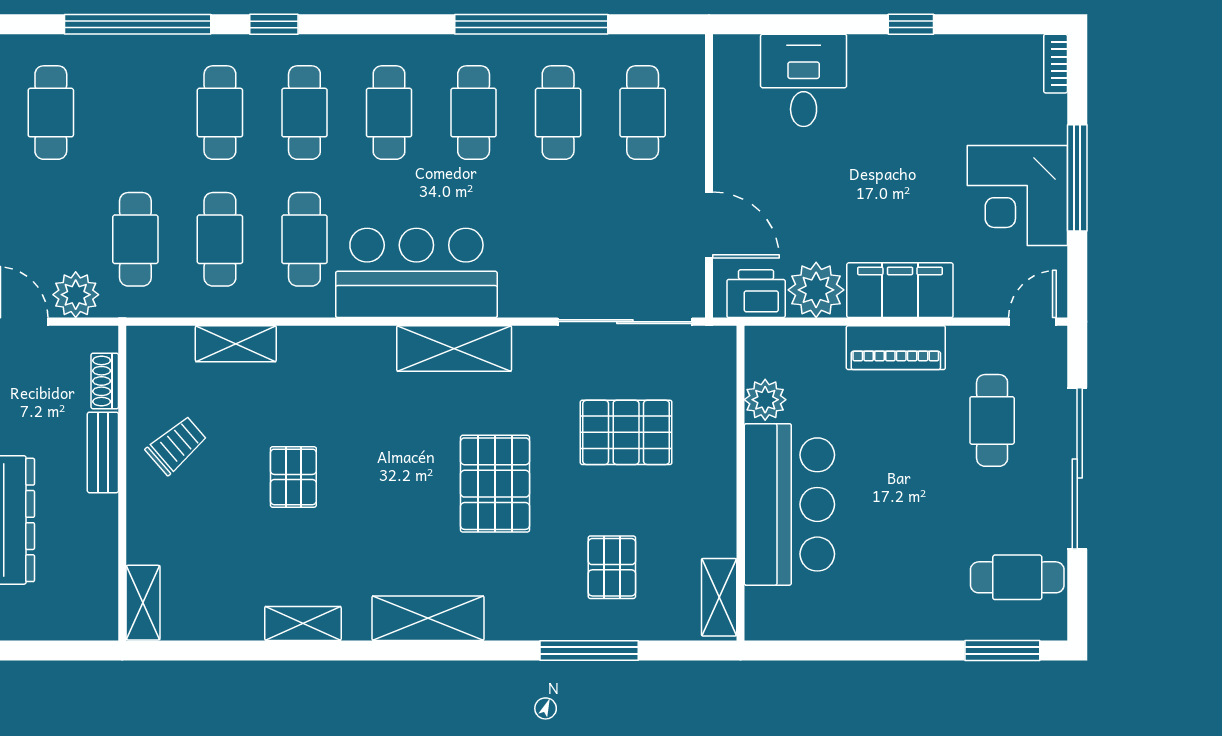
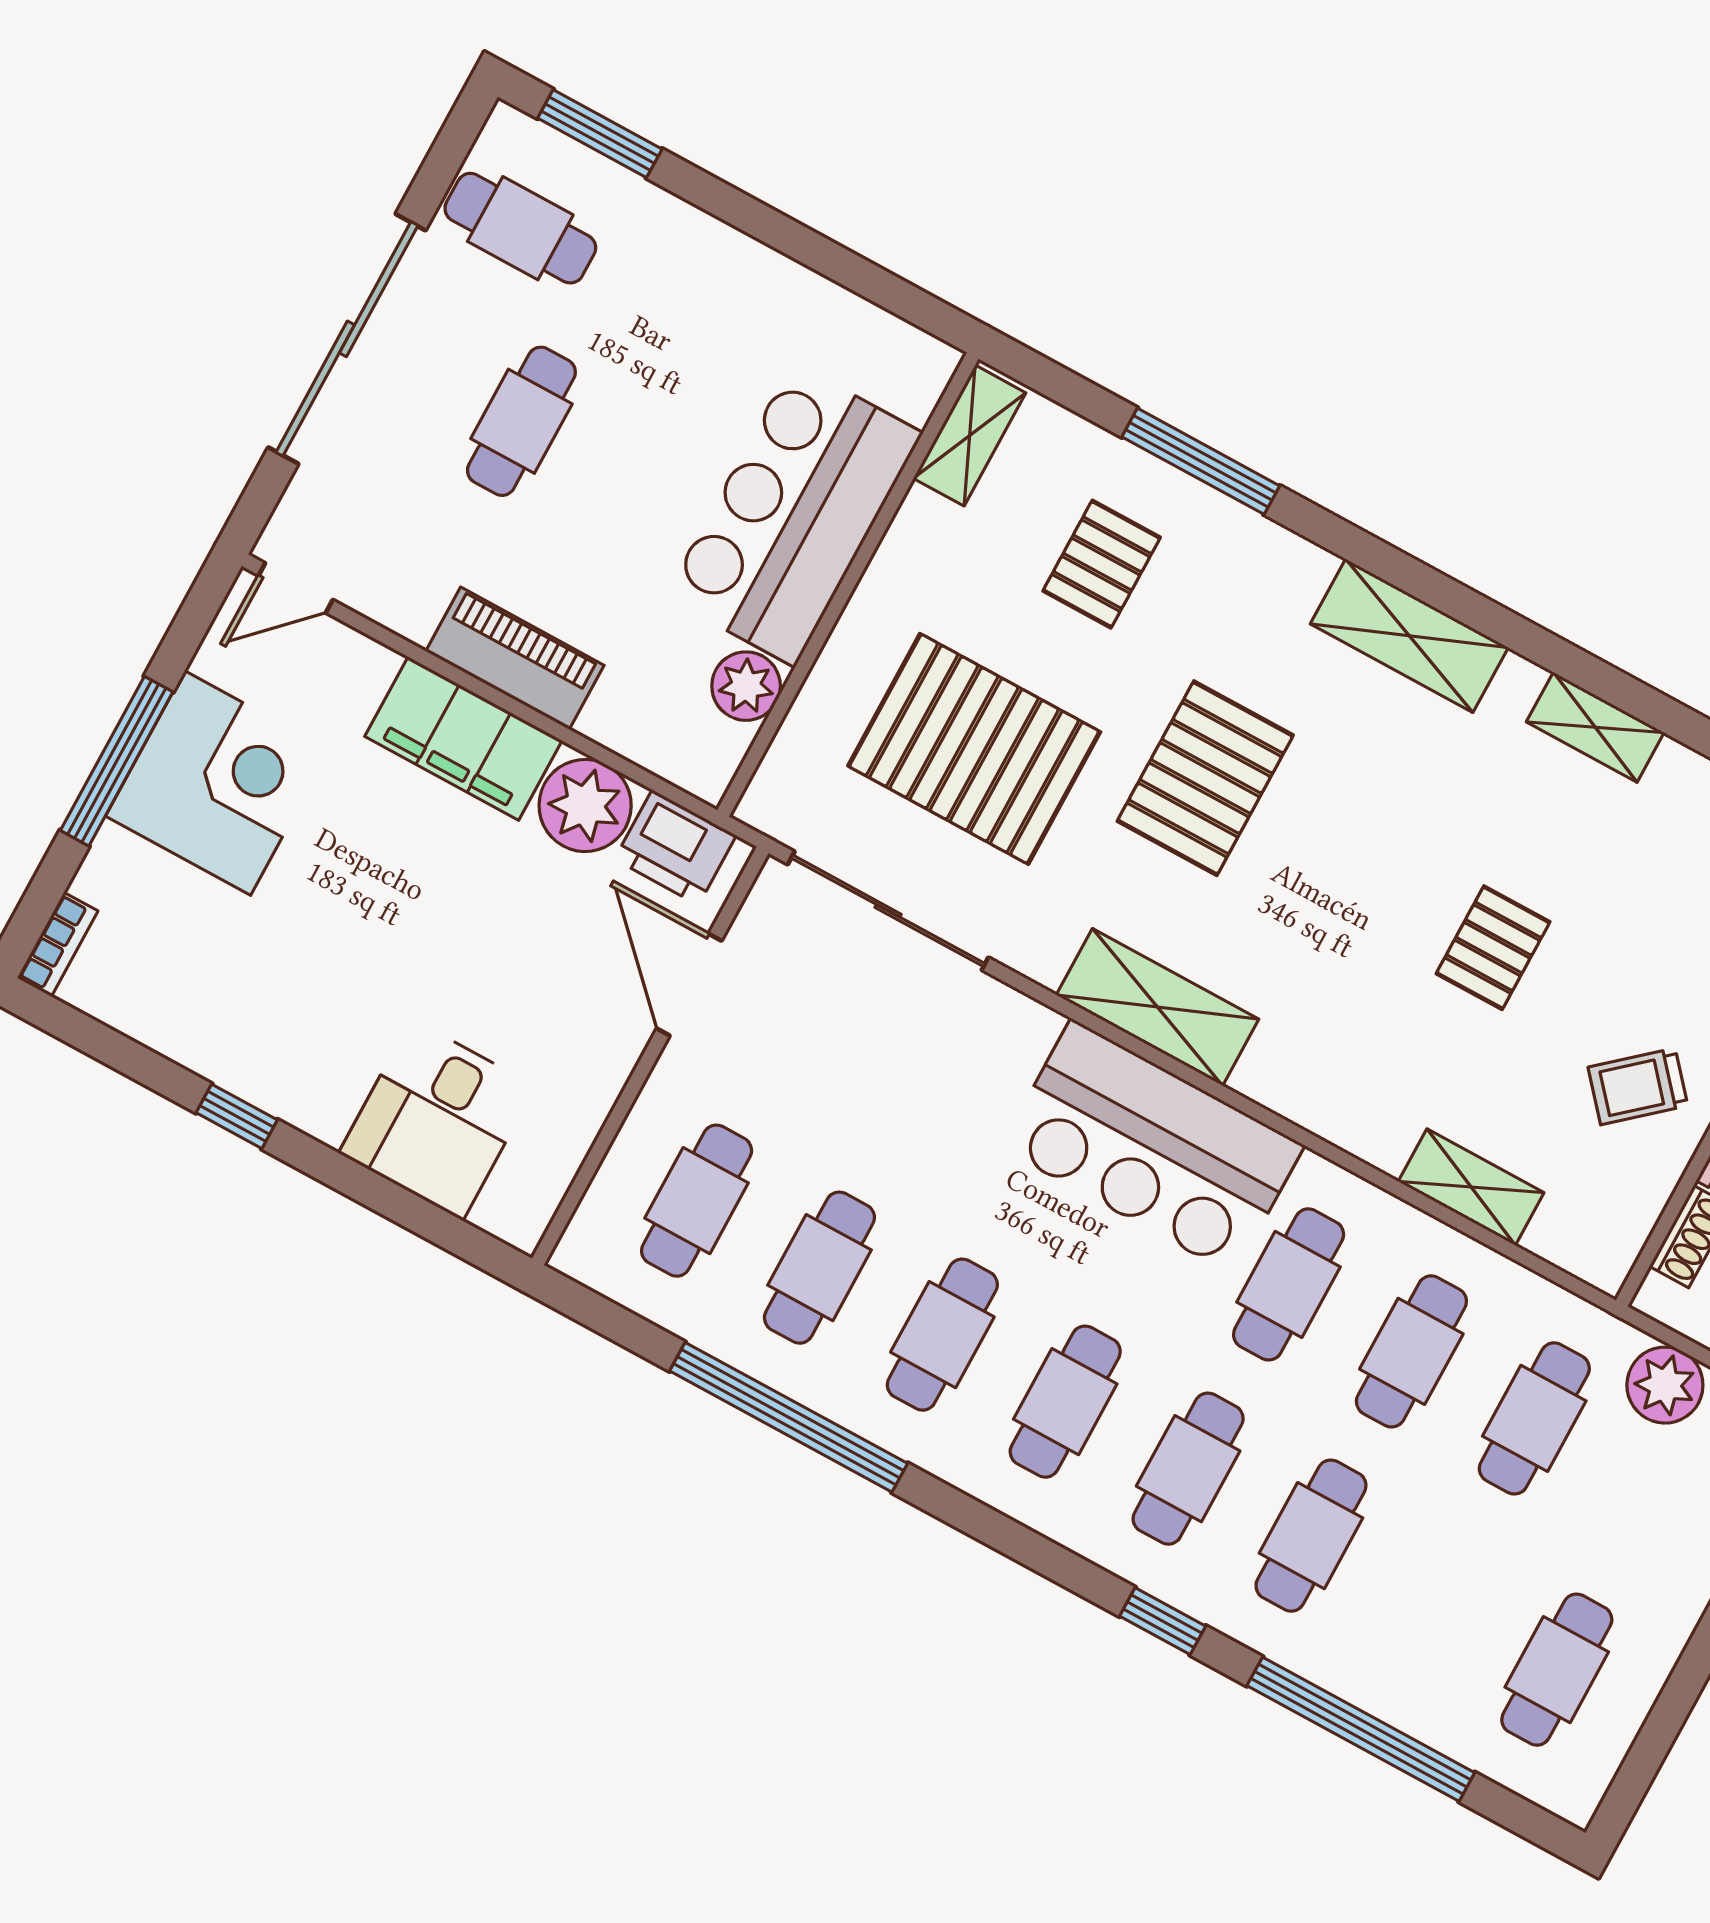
cafe table: (992, 420) -> (521, 421), moved
pallet: (626, 432) -> (974, 749), width x1.37, depth x1.41

